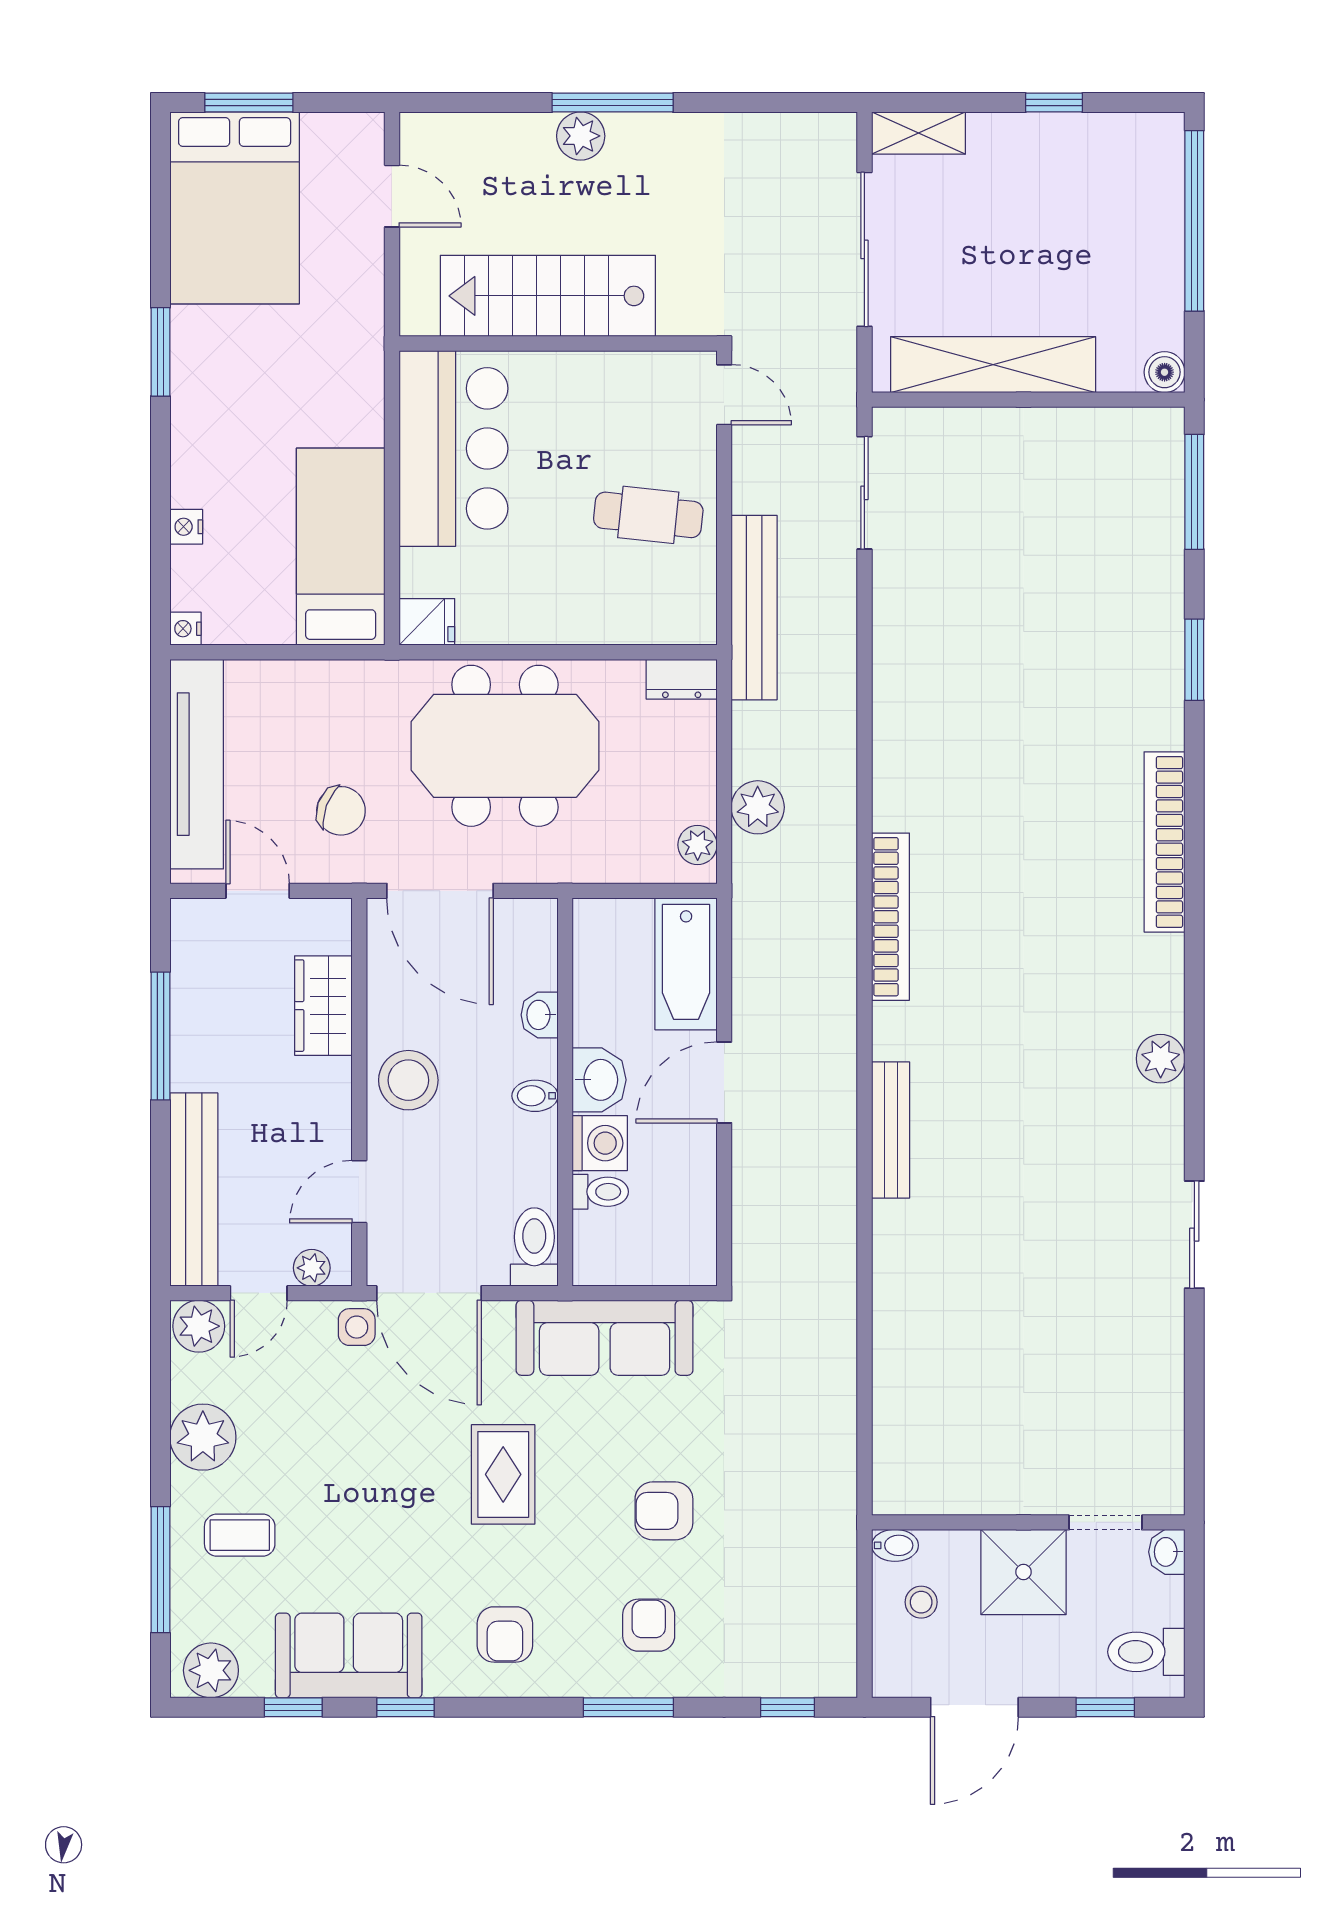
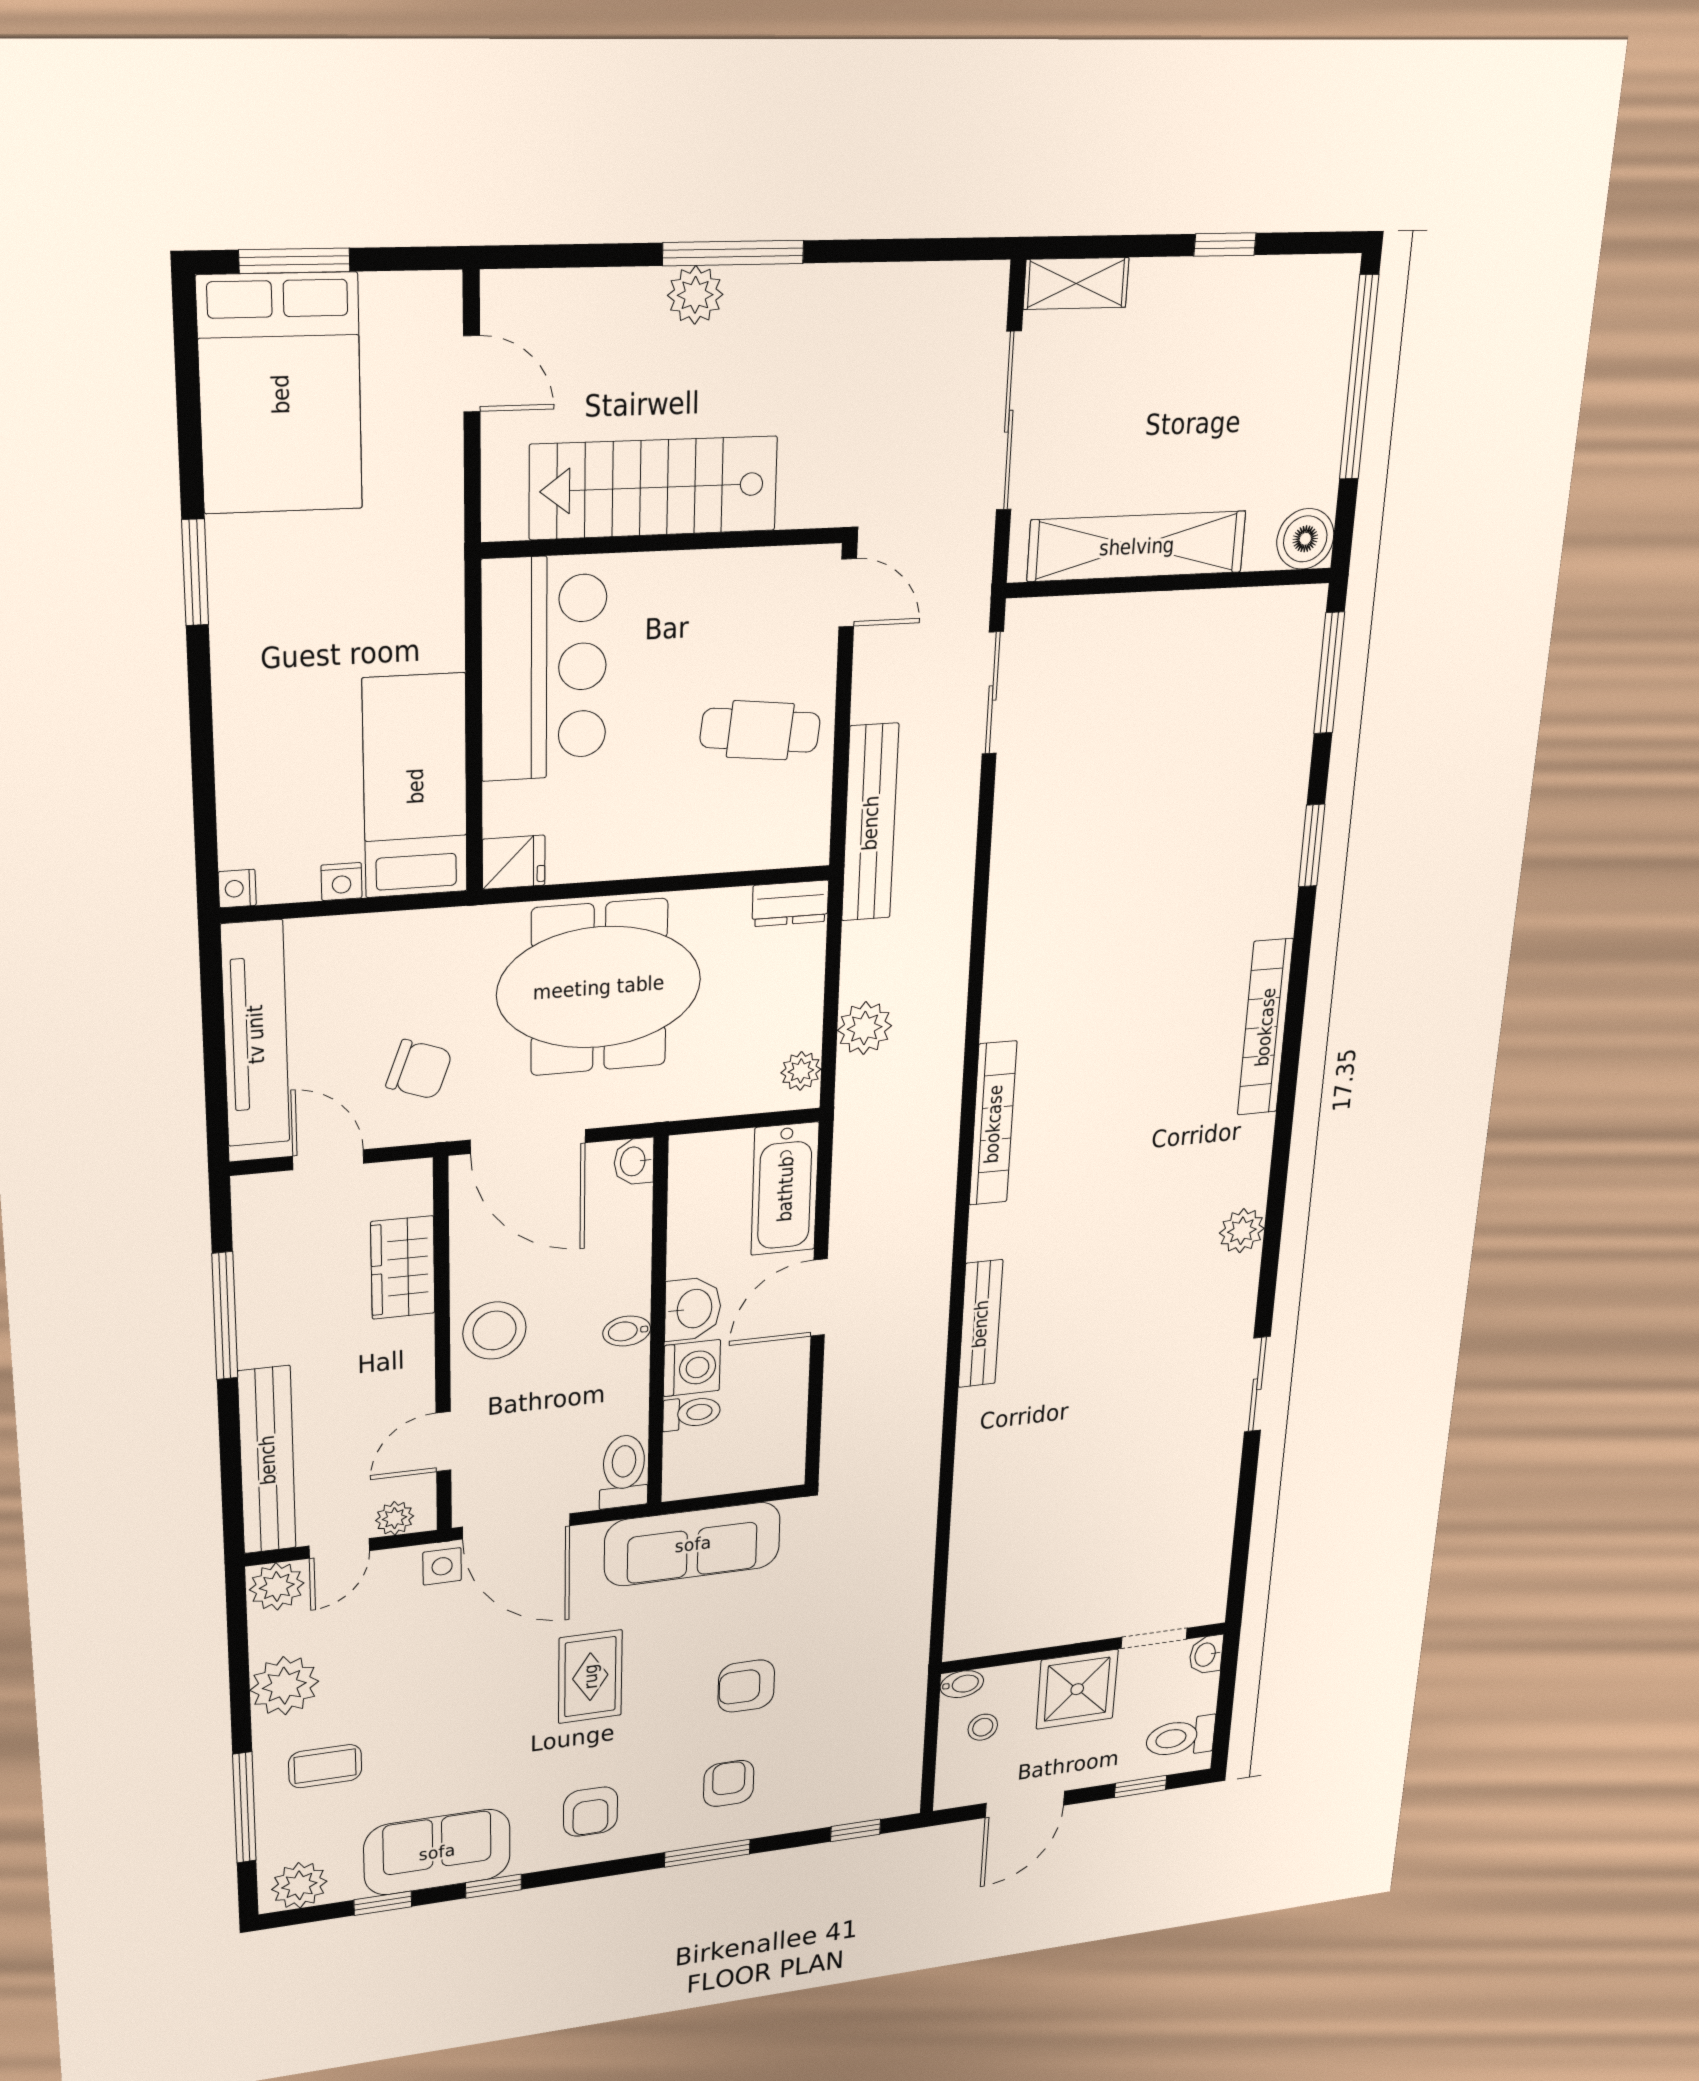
boiler: (1165, 372) -> (1305, 539), width x1.36, depth x1.36
nightstand: (186, 527) -> (341, 882), moved, turned -90
washbasin: (540, 1015) -> (634, 1161), moved

